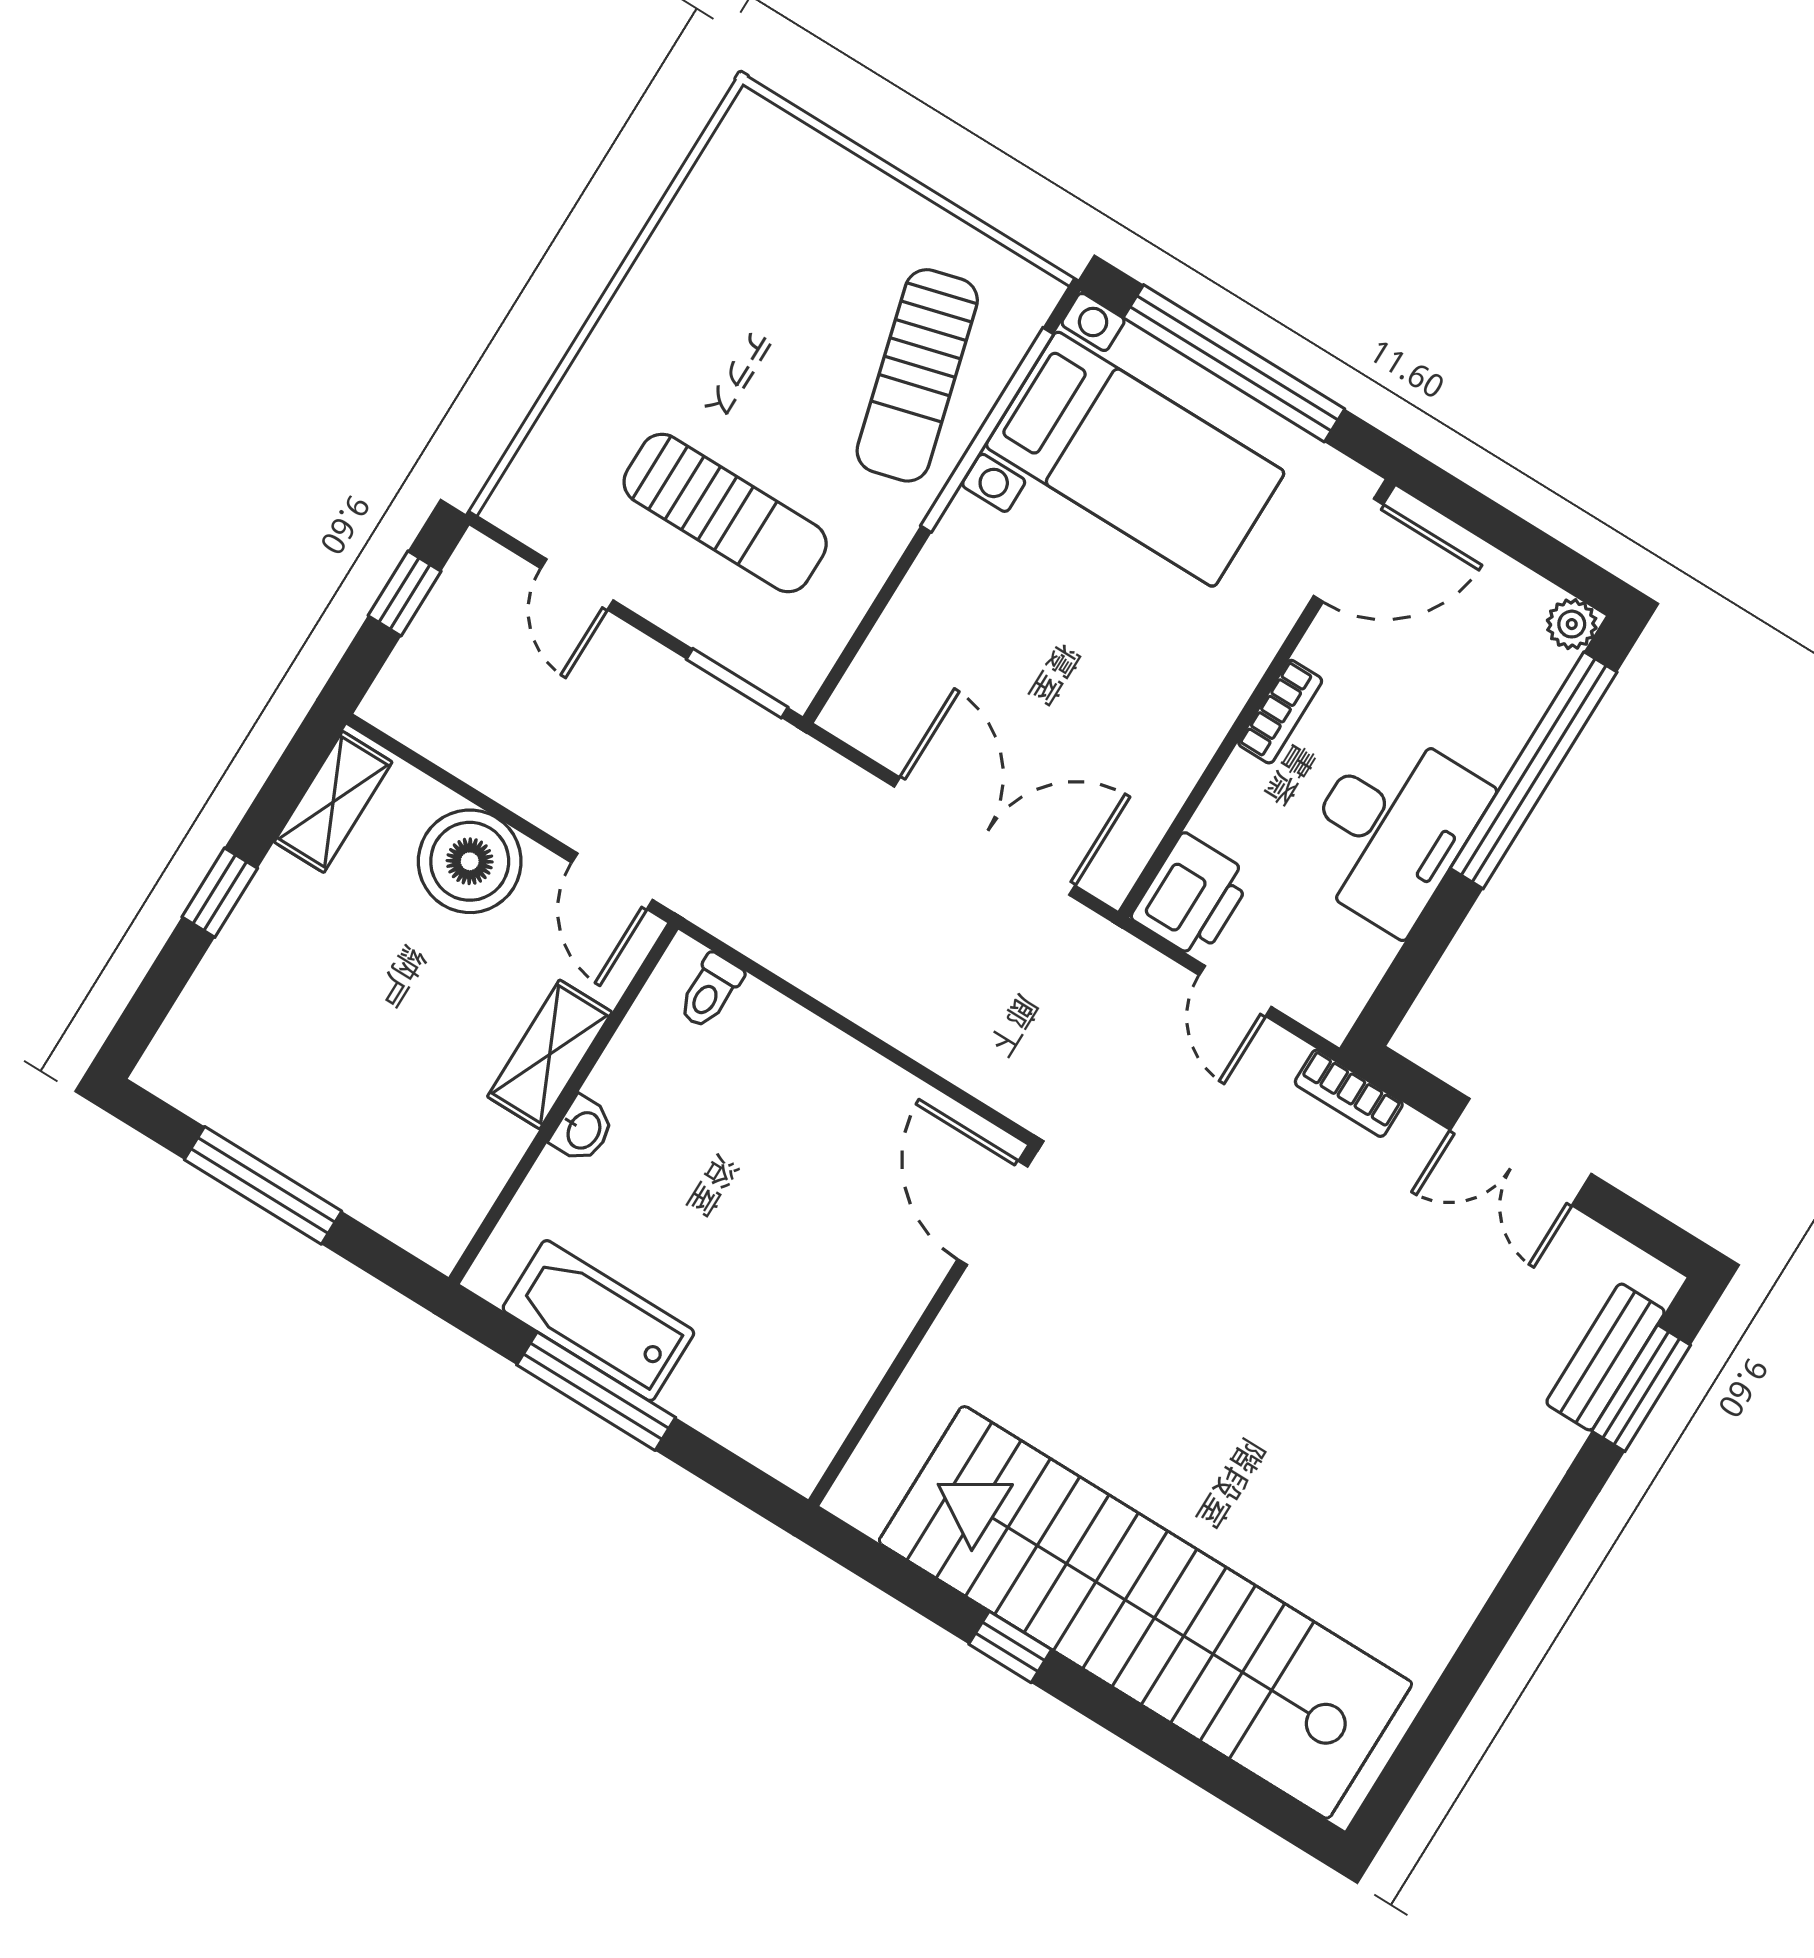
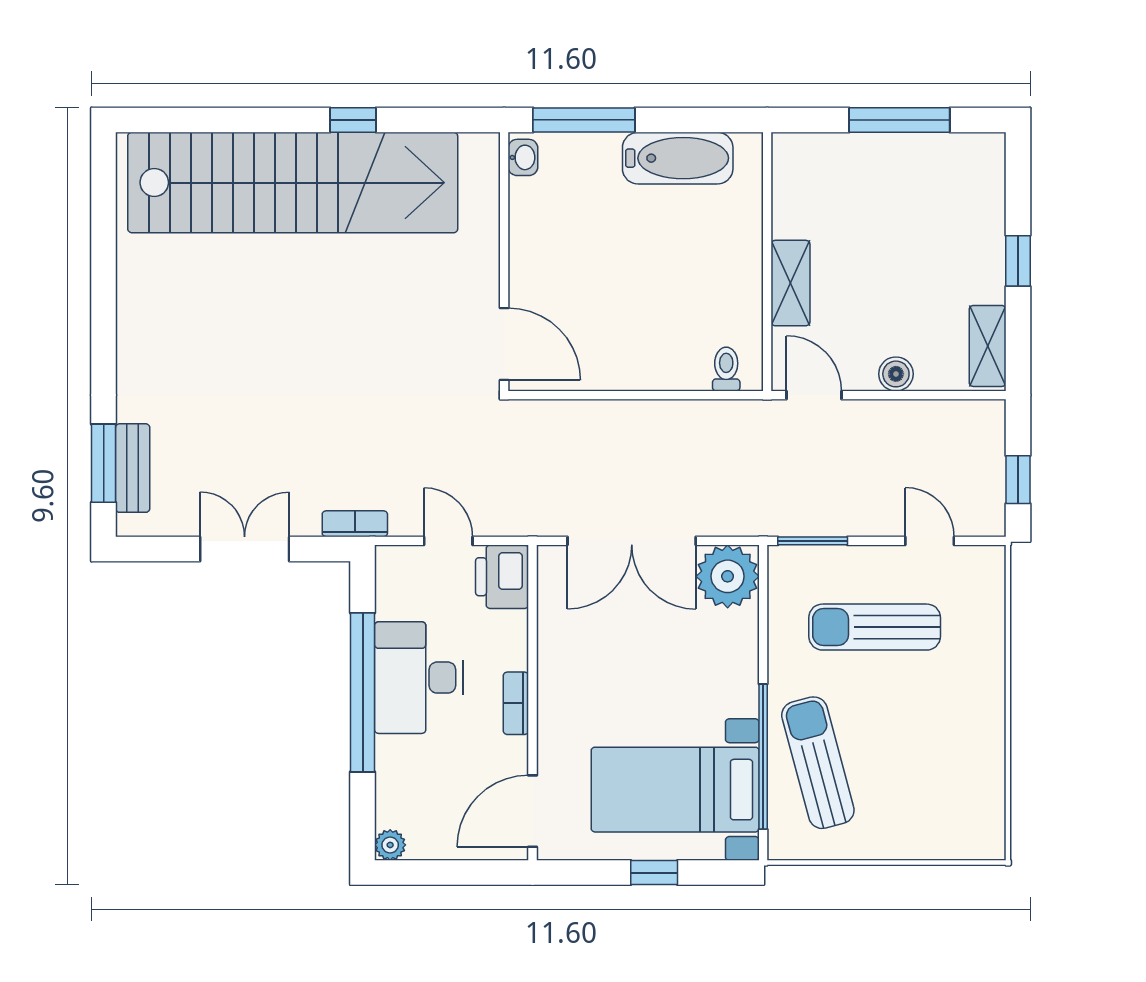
window: (1234, 363) -> (654, 873), width x0.32
plant: (883, 706) -> (728, 576), added
window: (1534, 770) -> (363, 692), moved
boiler: (470, 861) -> (896, 374), width x0.54, depth x0.54
washbasin: (583, 1130) -> (523, 157), moved, turned 180
window: (596, 1391) -> (584, 120), moved

